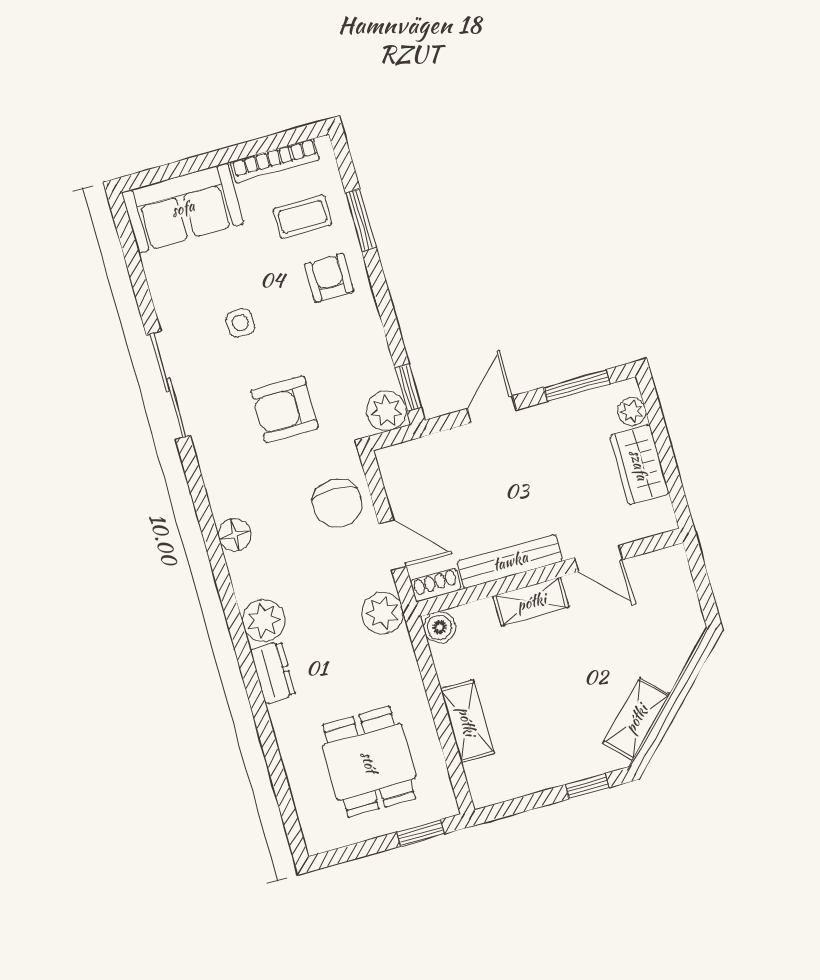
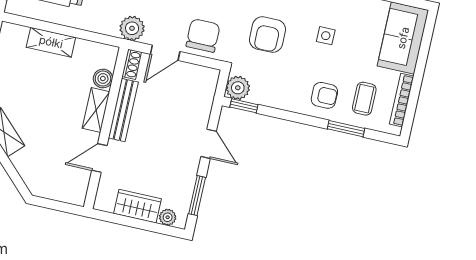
armchair: (285, 409) -> (268, 35), turned 180
chair: (337, 503) -> (203, 36), turned 90
boiler: (439, 627) -> (103, 79), moved

